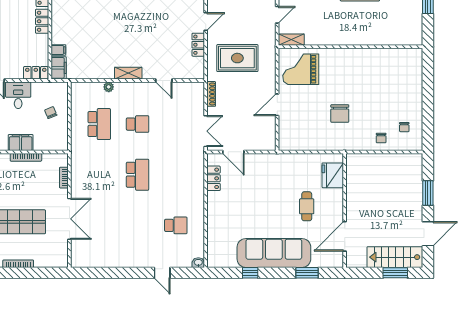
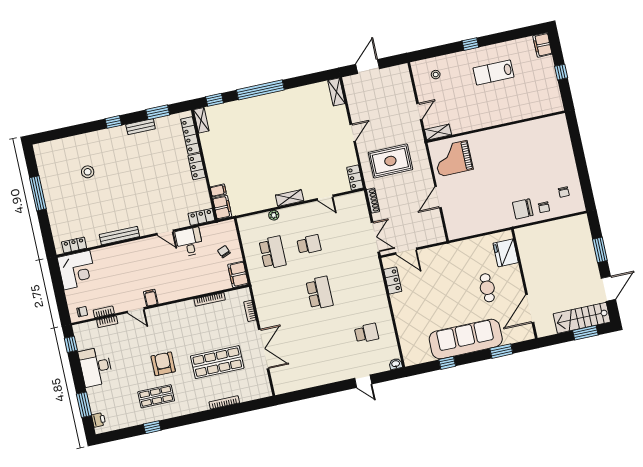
locker: (198, 45) -> (355, 178), moved
chair: (340, 113) -> (523, 209), moved, turned 90
filing cabinet: (21, 143) -> (238, 274), moved, turned -90

